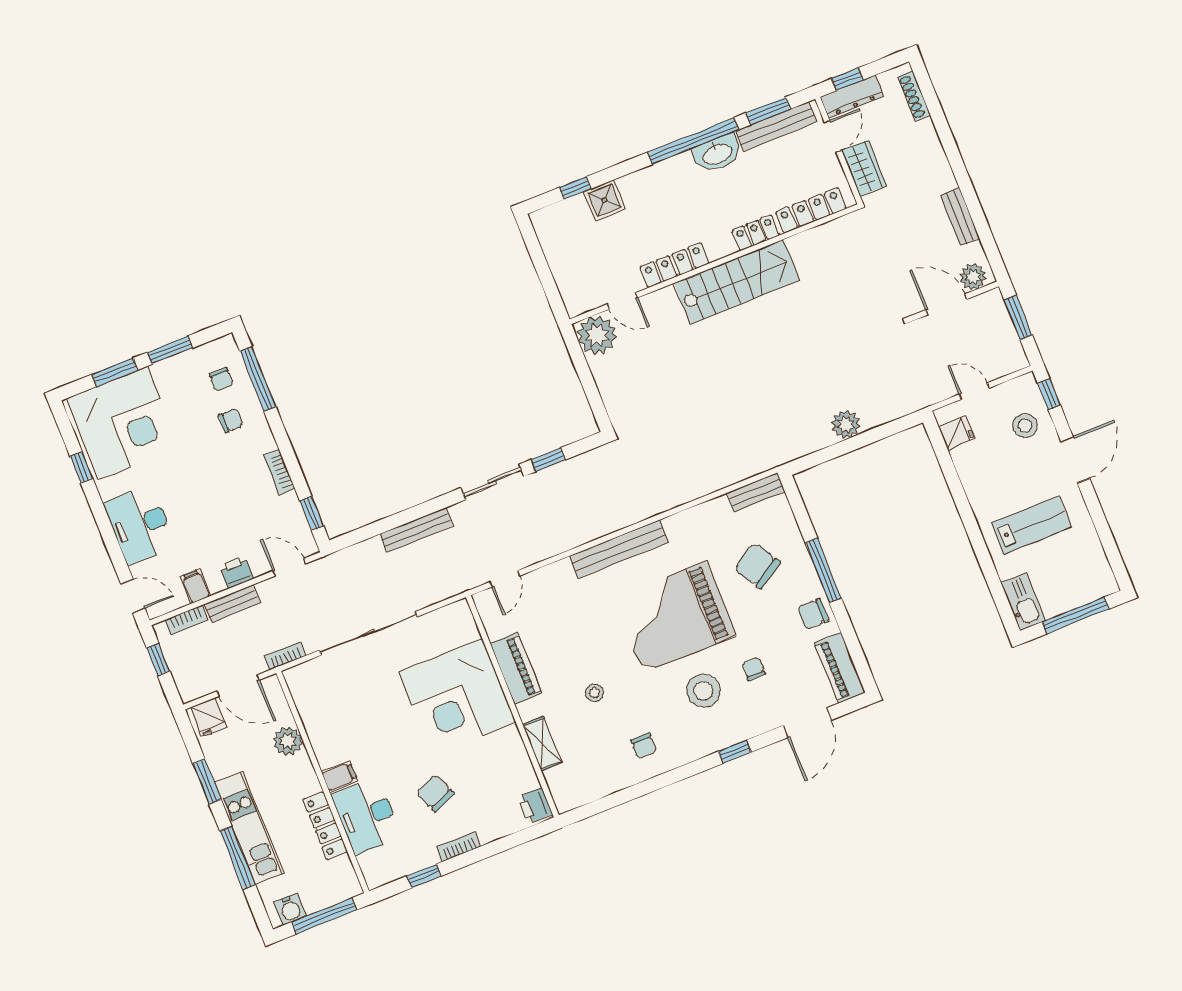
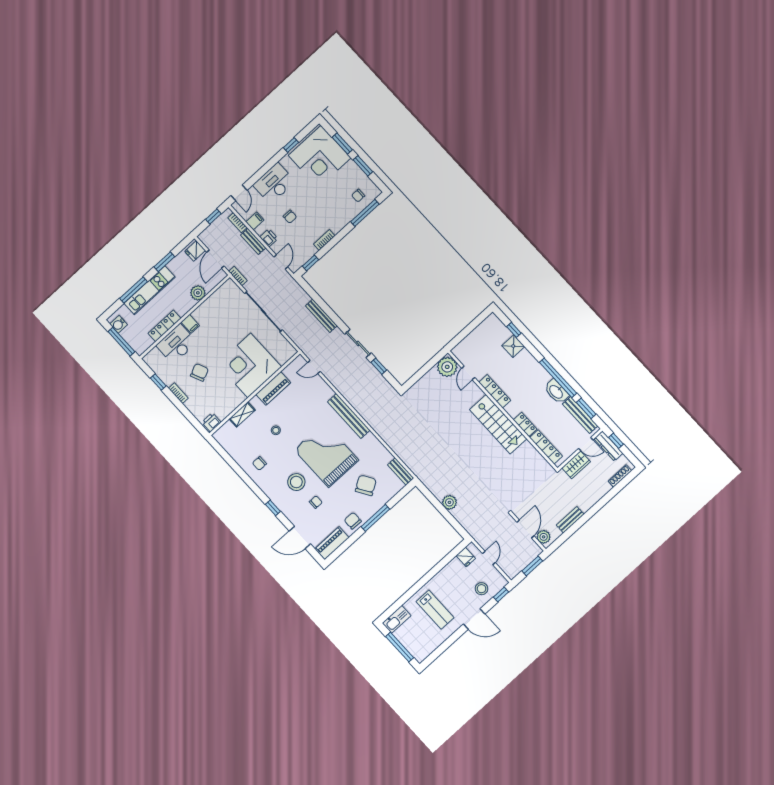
chair: (231, 420) -> (290, 217), moved

